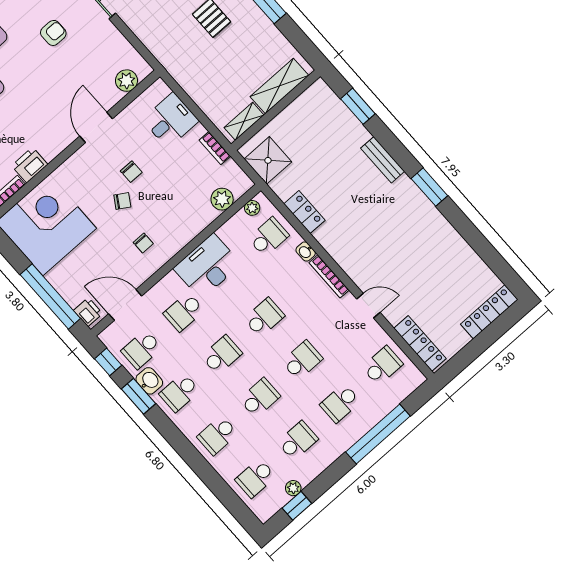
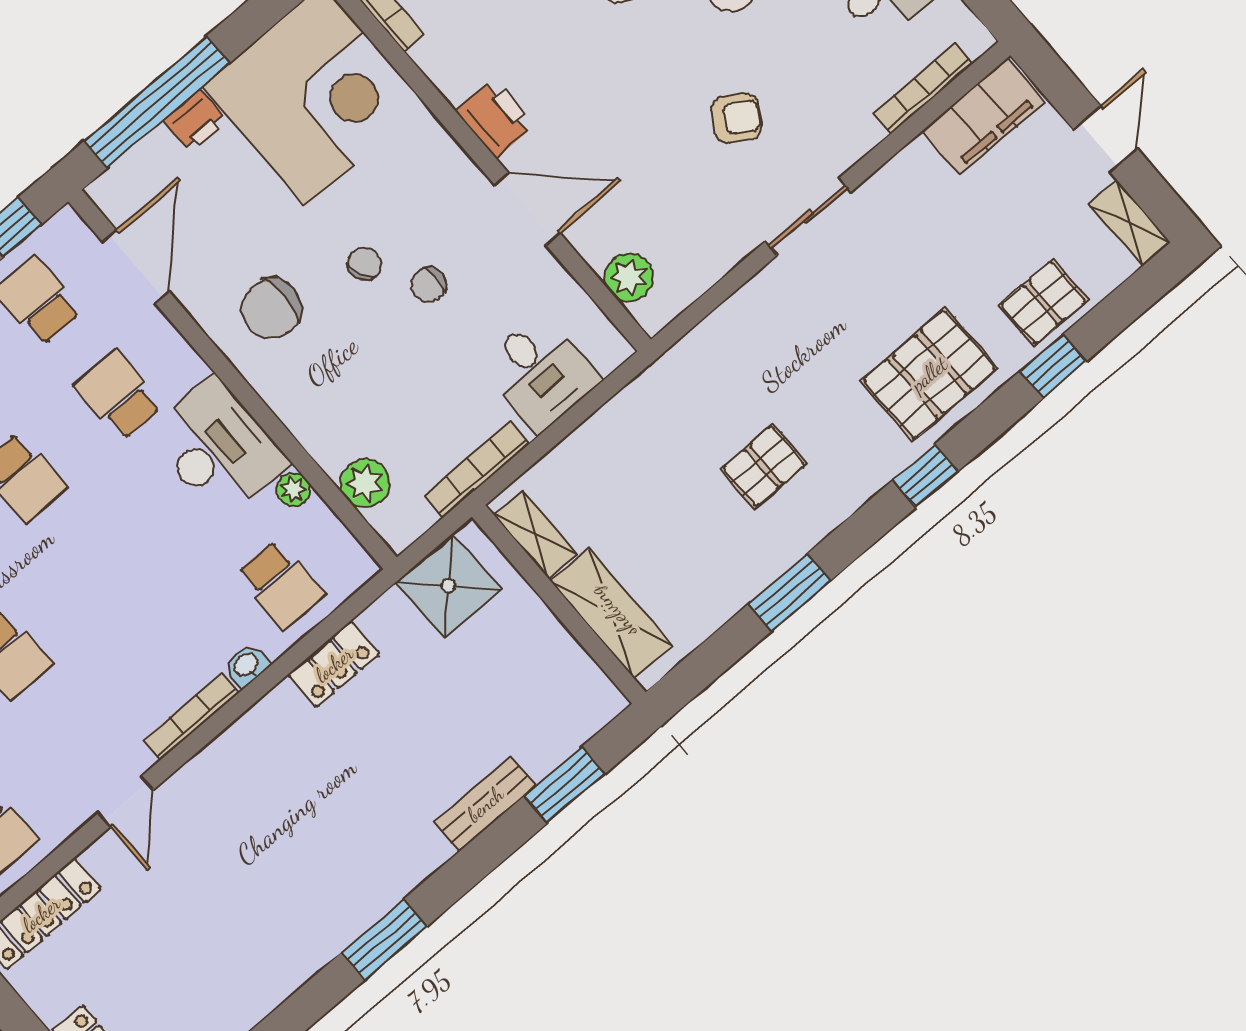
armchair: (53, 33) -> (736, 118), turned -59
bookcase: (215, 148) -> (477, 469), width x1.56
bench: (383, 160) -> (485, 804), moved
printer: (30, 165) -> (495, 118), moved
chair: (122, 201) -> (364, 264), turned -148
plant: (252, 208) -> (293, 489), moved
chair: (143, 243) -> (271, 309), width x1.87, depth x1.87
printer: (88, 312) -> (195, 121), moved
school desk: (264, 317) -> (103, 572), removed

